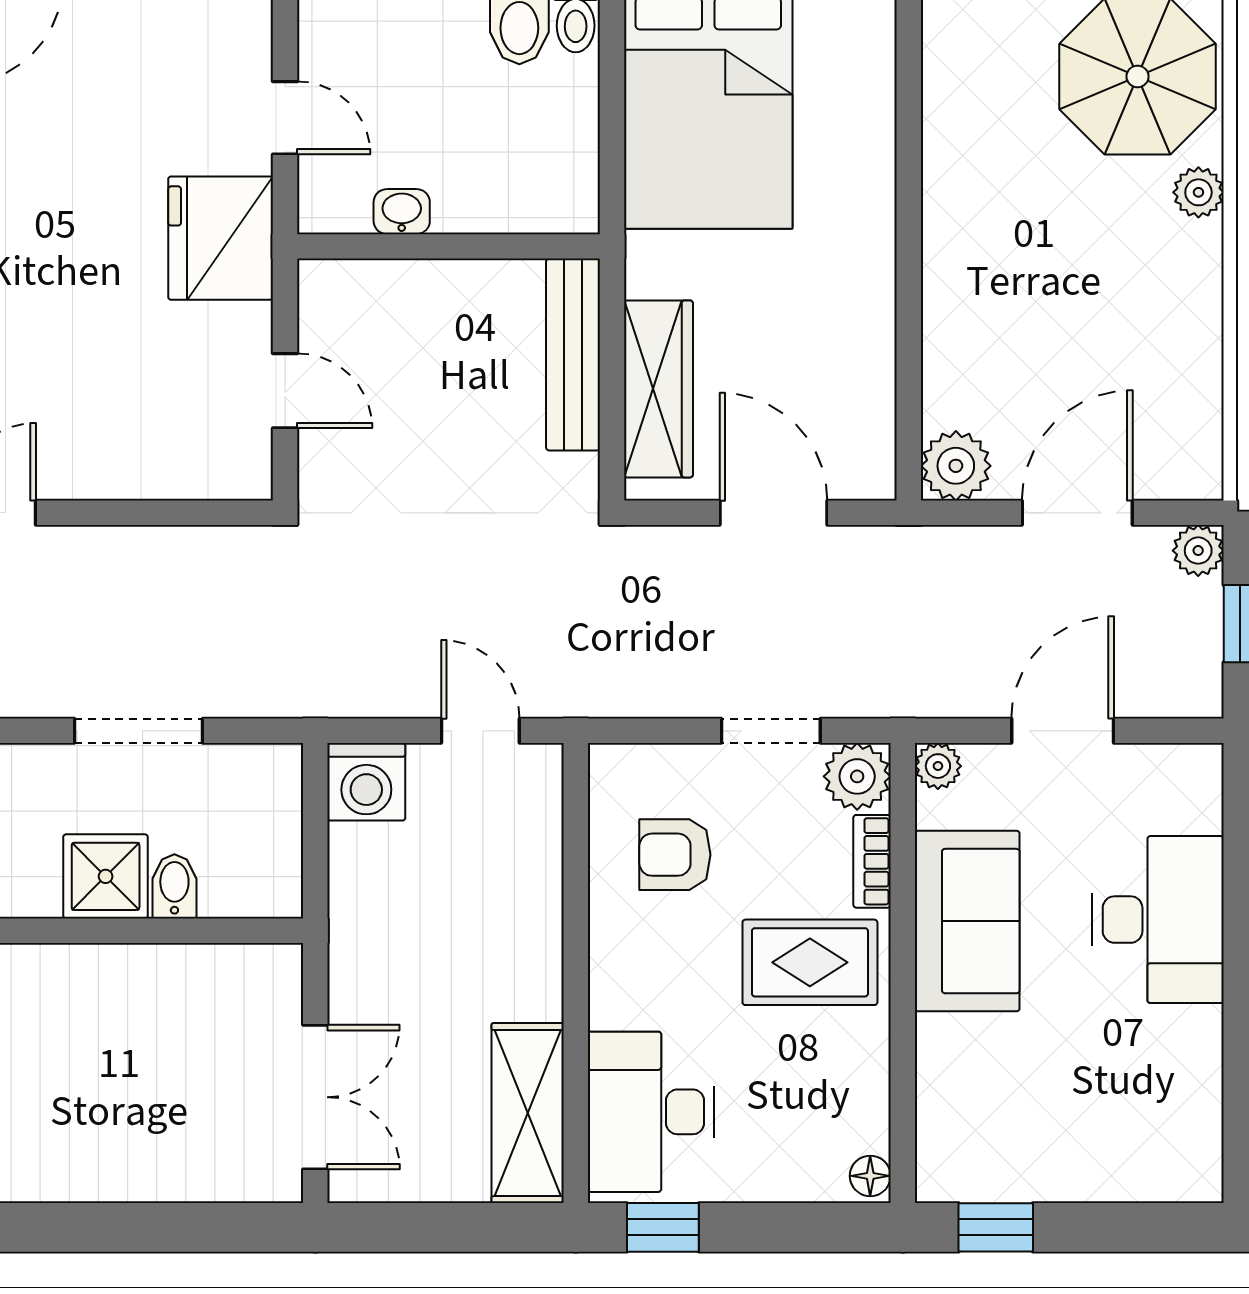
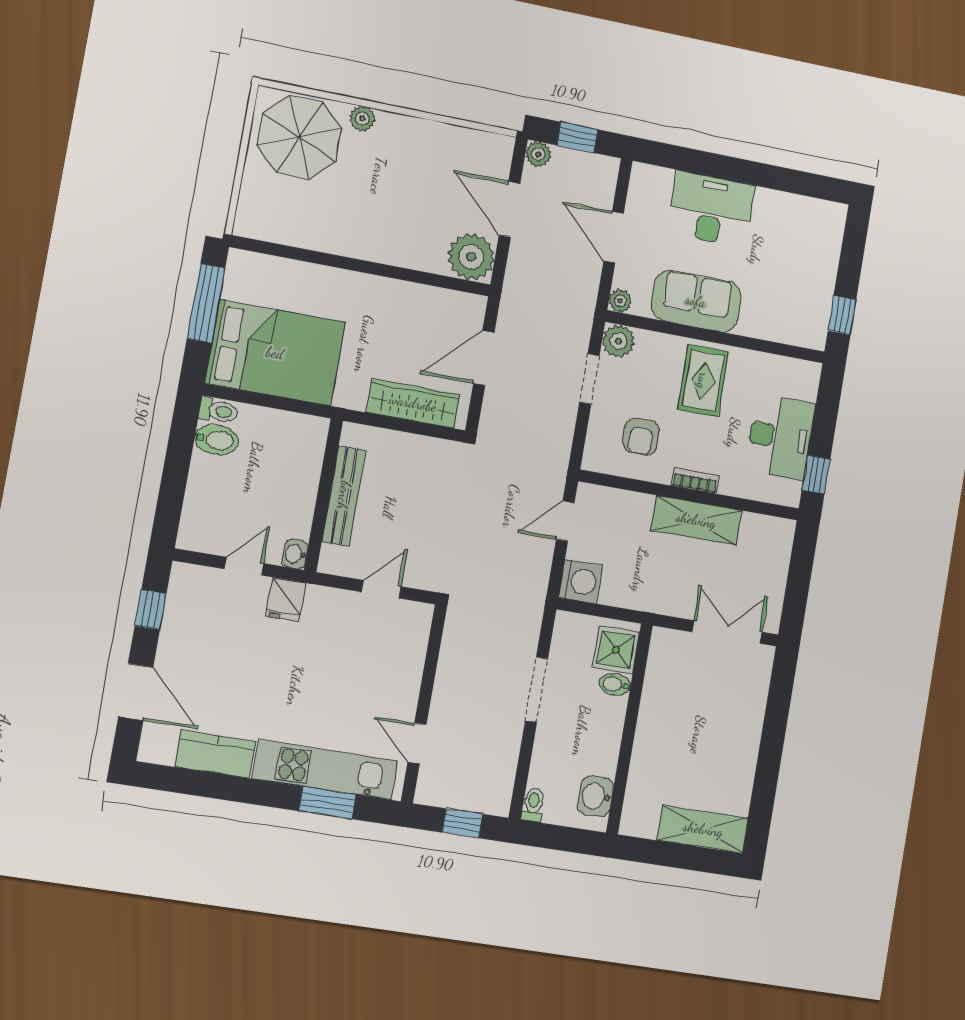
washbasin: (402, 212) -> (295, 554), moved
fridge: (221, 238) -> (286, 600), width x0.53, depth x0.75
bench: (573, 355) -> (344, 496), moved, turned 90
plant: (956, 466) -> (471, 257), width x1.36, depth x1.36
bookcase: (872, 861) -> (695, 481), moved, turned 180
shower: (106, 876) -> (616, 650), moved
desk: (651, 1112) -> (780, 437), moved, turned -90
shelving: (528, 1113) -> (696, 520), moved
floor lamp: (870, 1176) -> (808, 371), removed

